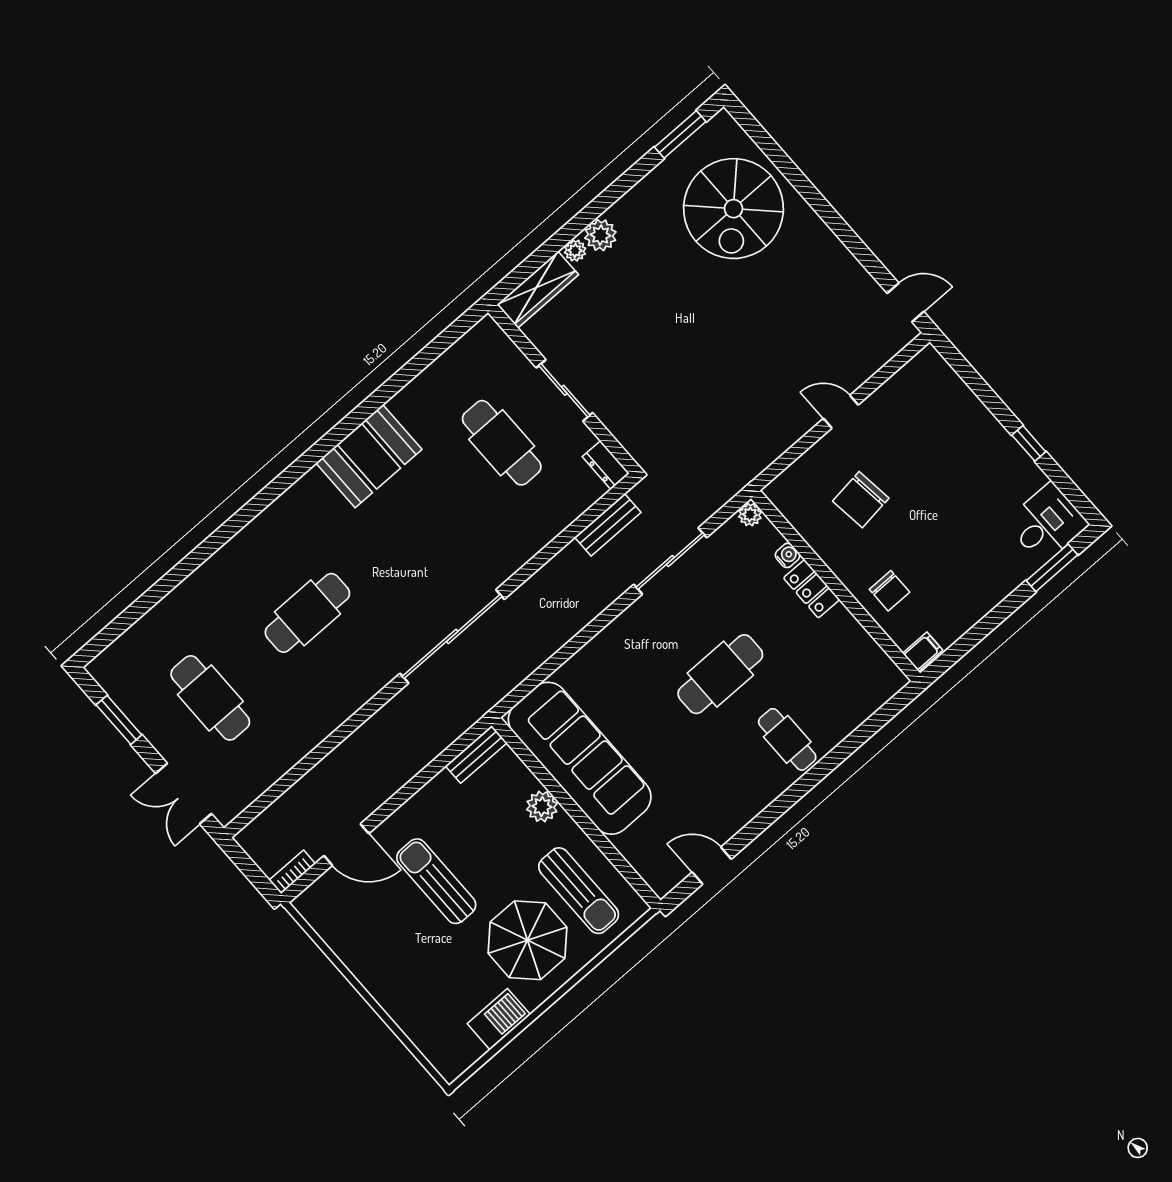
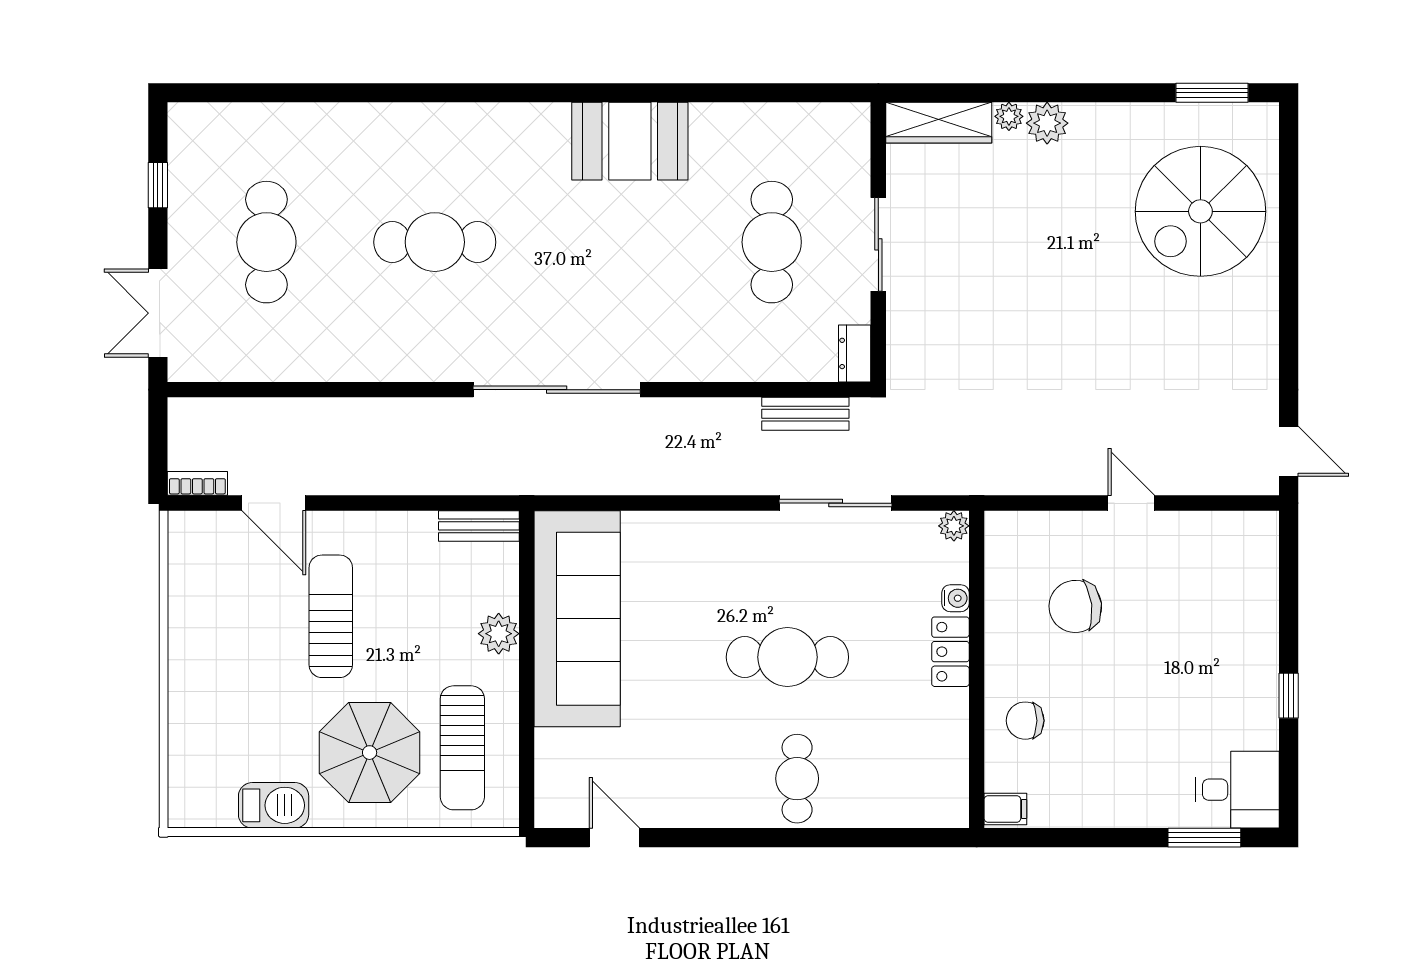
chair: (890, 591) -> (1025, 721), turned 90
window: (119, 720) -> (158, 185), width x0.67

